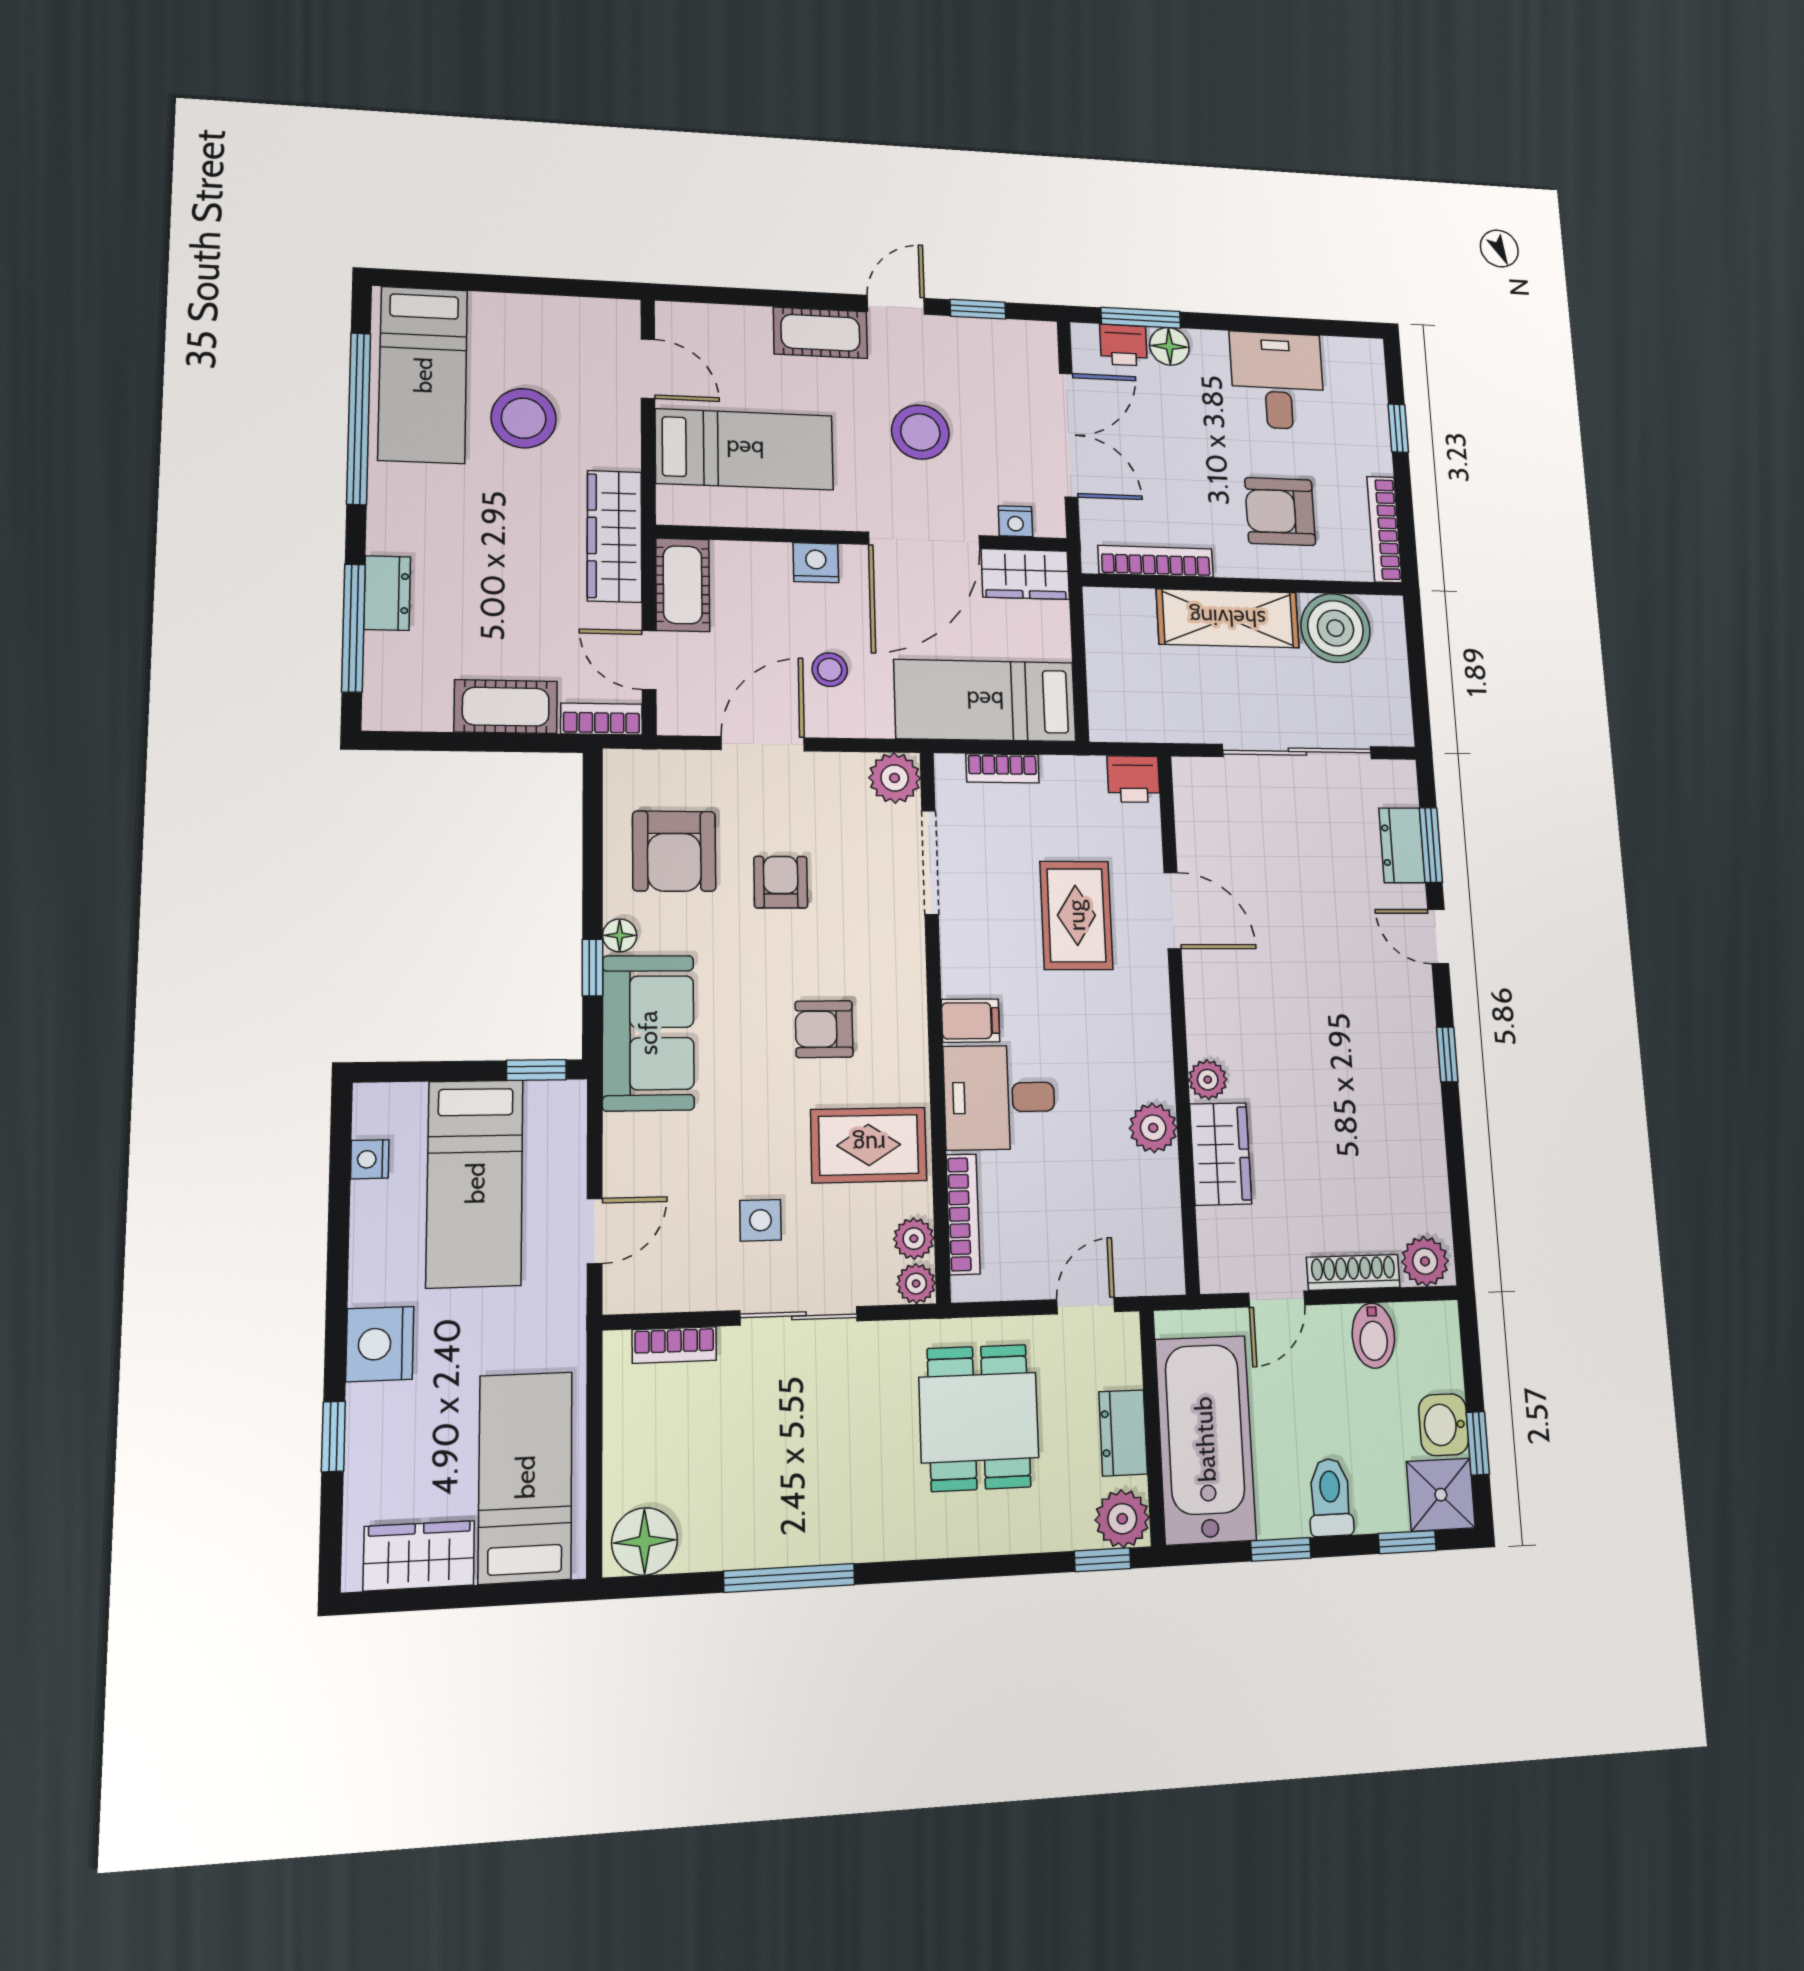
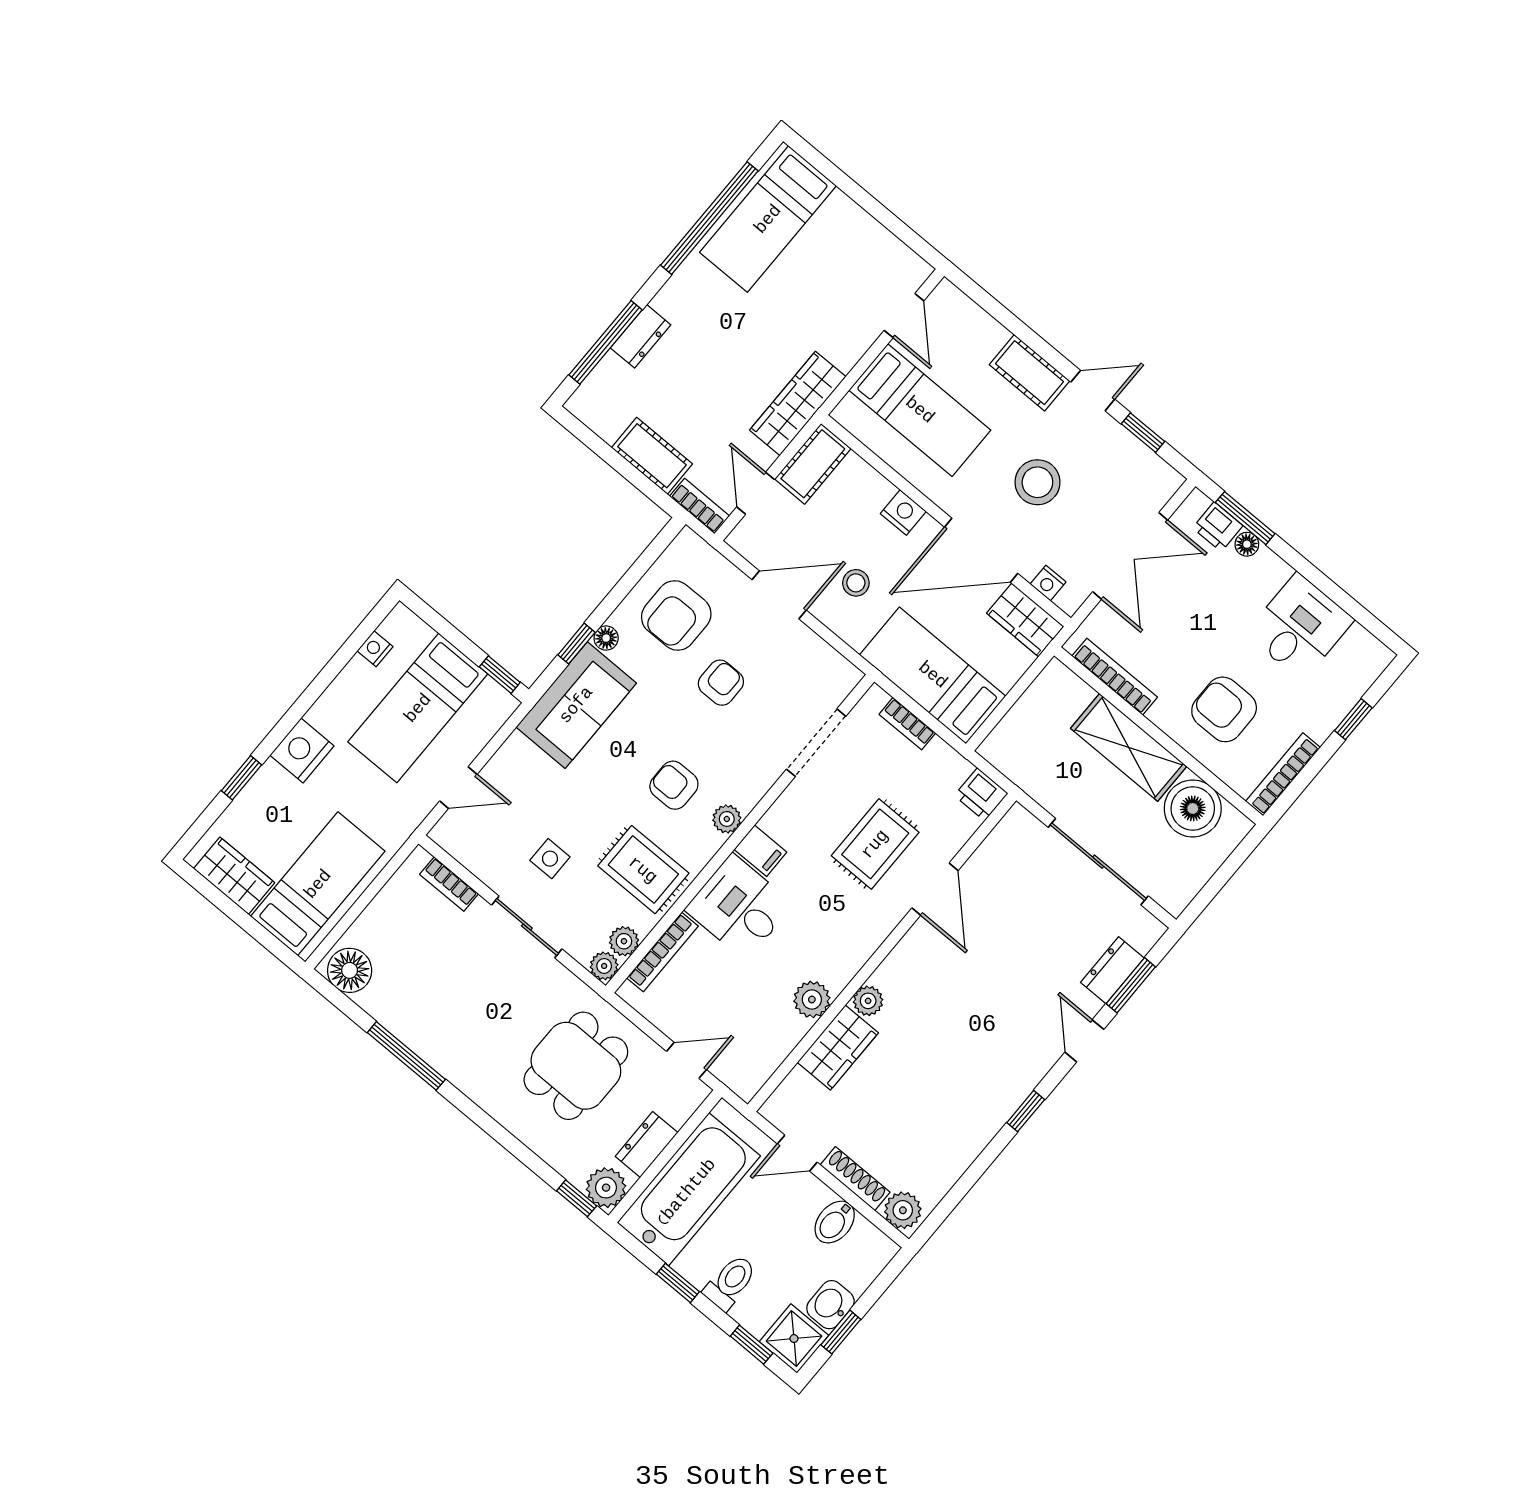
floor lamp: (1169, 346) -> (1247, 544), width x0.73, depth x0.73
stool: (524, 418) -> (805, 290), removed
plant: (895, 778) -> (727, 819), moved, width x0.73, depth x0.73

